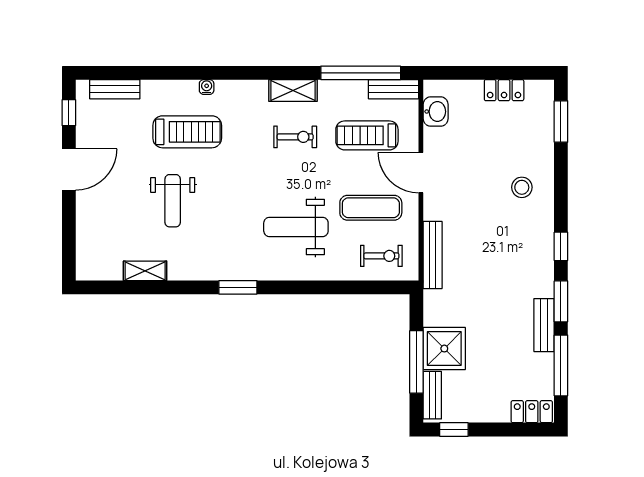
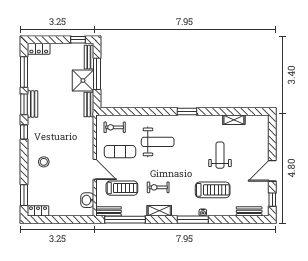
window: (227, 73) -> (193, 220), added
locker: (504, 90) -> (38, 211), moved
treadmill: (187, 132) -> (213, 190), turned 180
bench: (433, 255) -> (89, 104), moved, width x0.73
bench: (544, 325) -> (33, 104), moved

